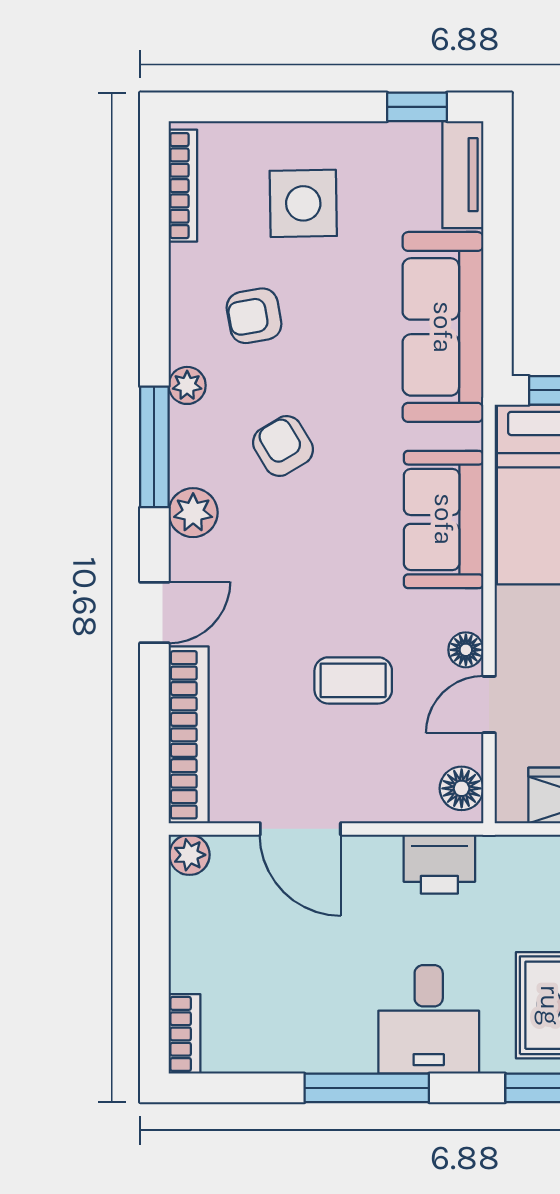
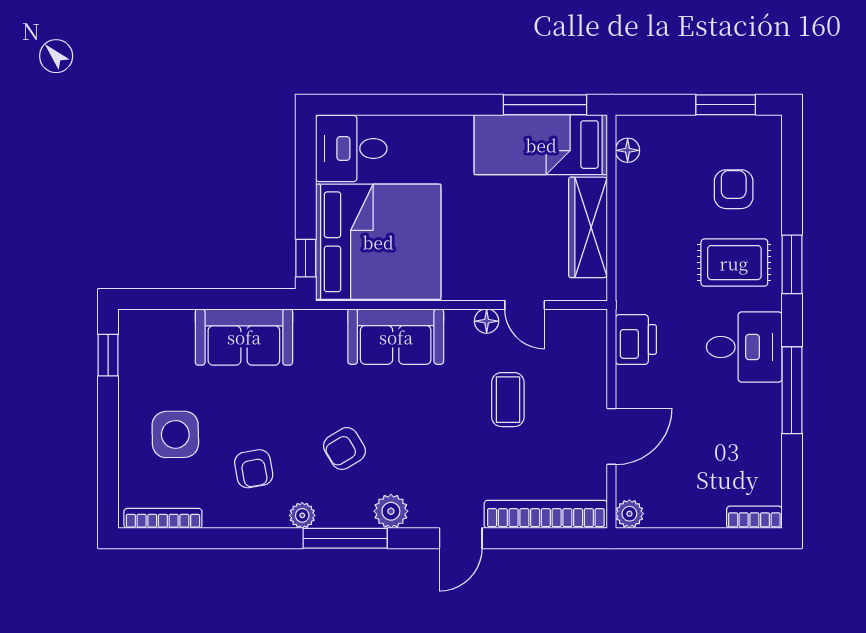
tv unit: (463, 175) -> (155, 323), removed
sofa: (443, 327) -> (244, 337), width x0.73
door: (154, 613) -> (461, 538), swing flipped
floor lamp: (462, 788) -> (583, 324), removed

